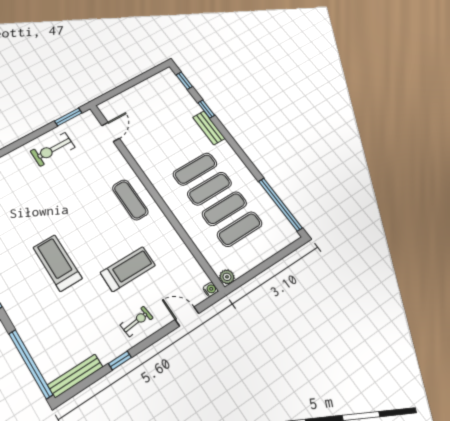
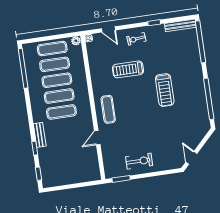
door: (111, 132) -> (97, 138), moved
exercise mat: (255, 250) -> (52, 49), added

